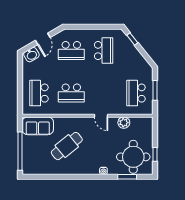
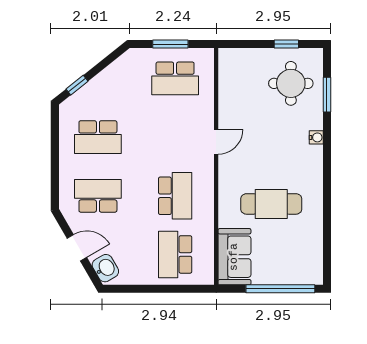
school desk: (71, 51) -> (98, 196), turned -90
school desk: (104, 51) -> (98, 137), turned 180
school desk: (39, 93) -> (175, 254), turned 90
plant: (124, 123) -> (229, 101), removed
cafe table: (67, 146) -> (271, 204), turned -51
round table: (133, 157) -> (291, 83), width x0.73, depth x0.73

